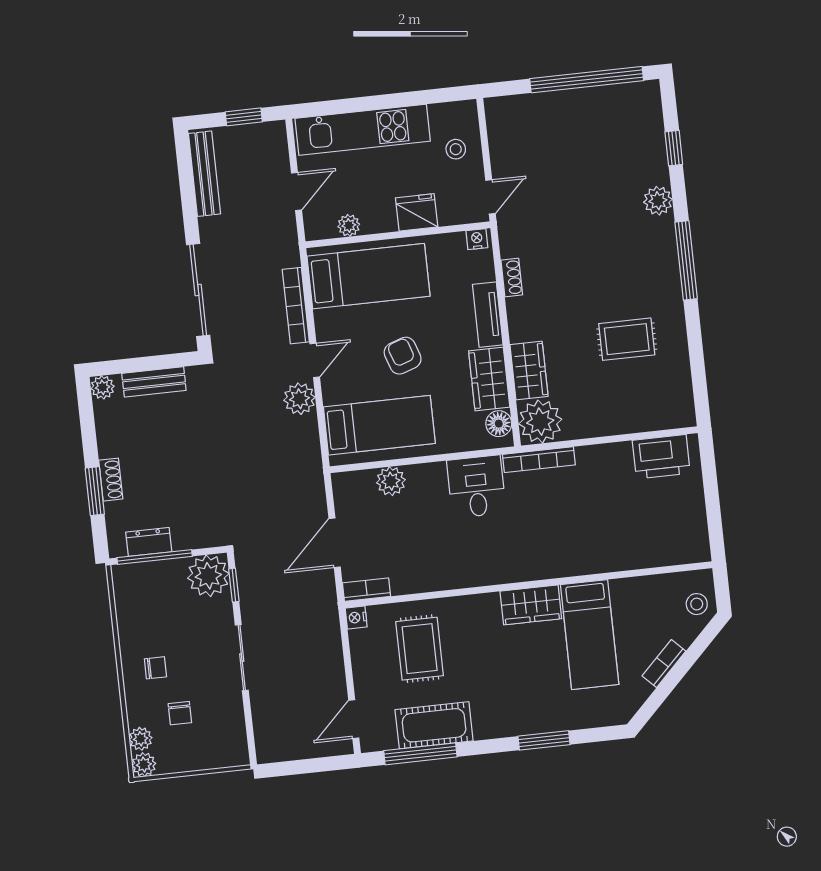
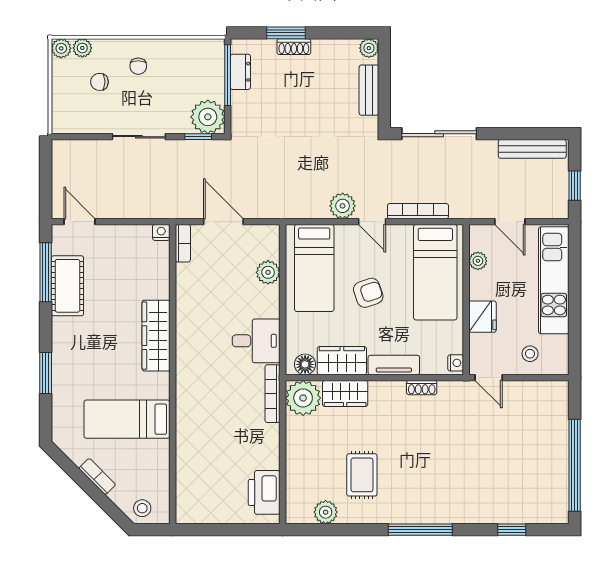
plant: (658, 201) -> (326, 512), moved
wardrobe: (531, 605) -> (156, 336), moved, width x1.50
rug: (420, 649) -> (131, 281), removed

